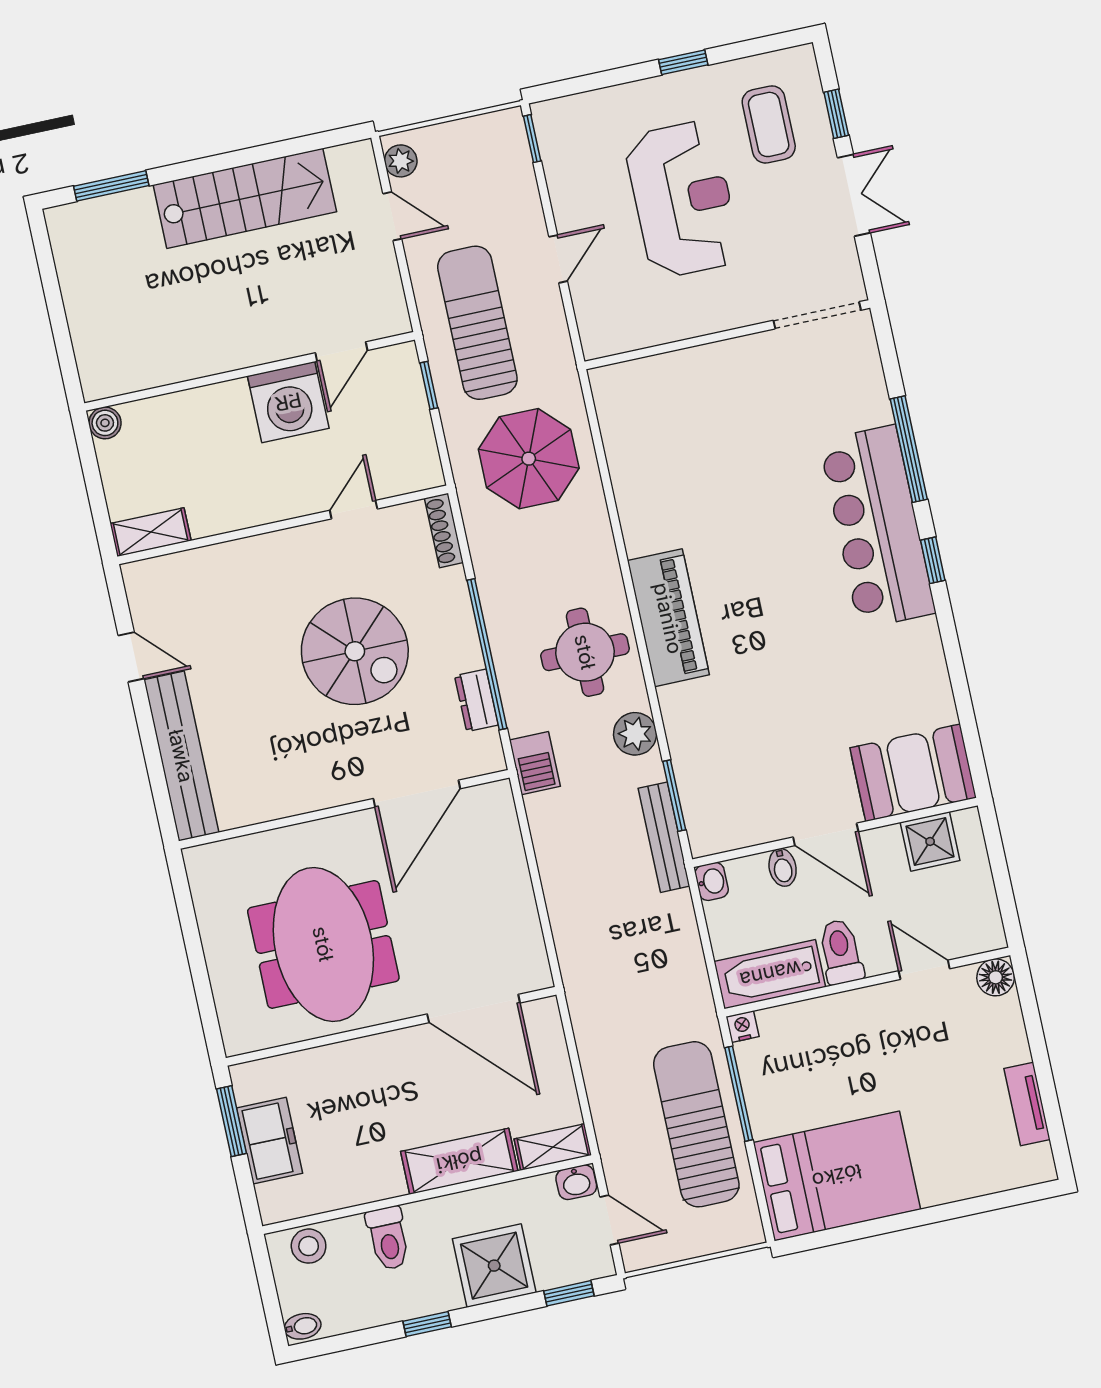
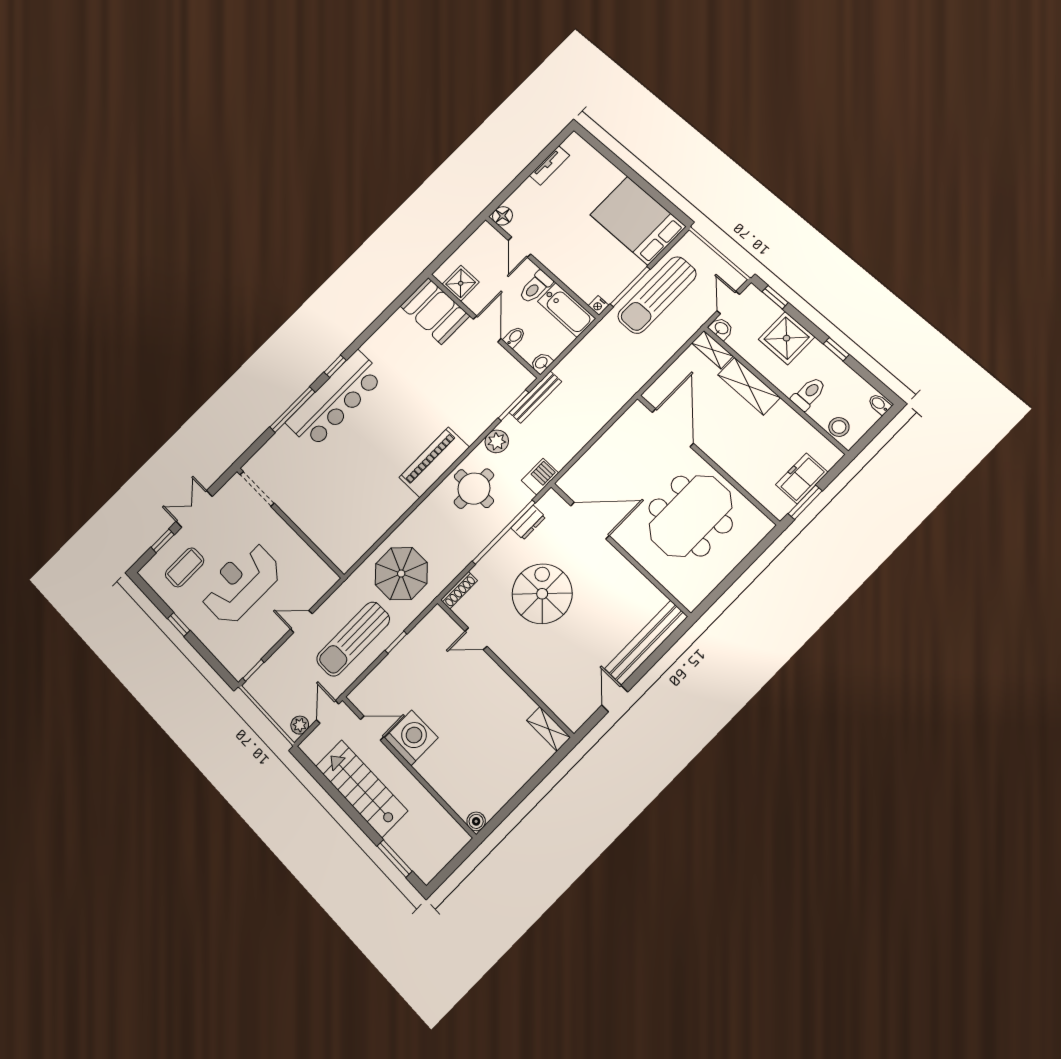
door: (341, 352) -> (372, 728), moved
wall: (250, 371) -> (408, 766), moved
washing machine: (288, 402) -> (411, 738), moved
boiler: (105, 423) -> (476, 821), moved

